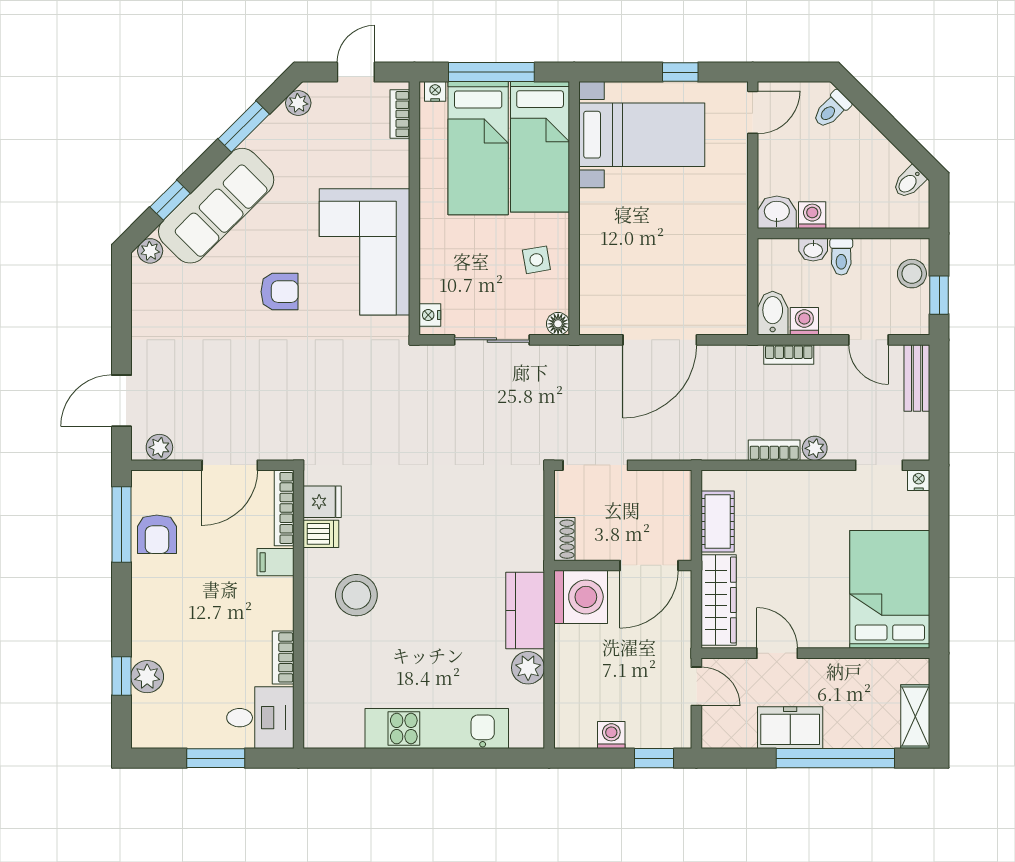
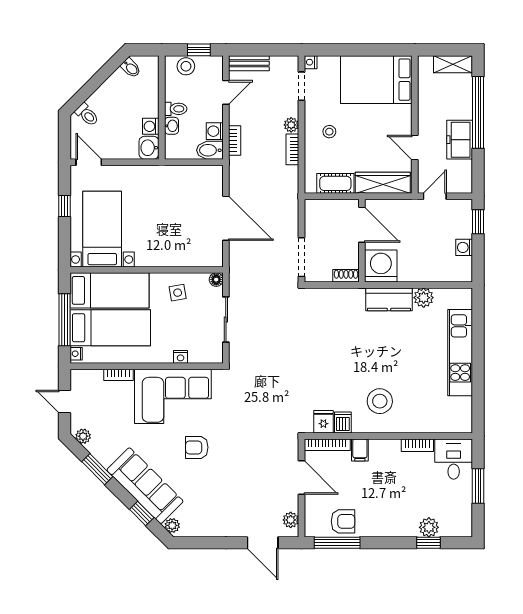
bookcase: (400, 114) -> (118, 375), moved
armchair: (280, 292) -> (197, 447), turned -90
nightstand: (430, 315) -> (181, 357), moved
stool: (804, 511) -> (329, 132), added
door: (777, 653) -> (415, 148), hinge flipped

